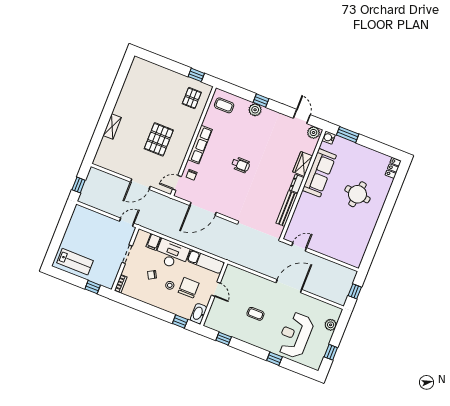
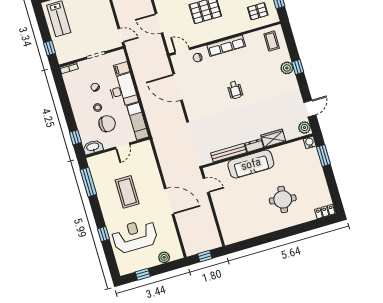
sofa: (319, 173) -> (251, 164), moved
coffee table: (255, 314) -> (127, 192), width x1.86, depth x1.72
window: (224, 339) -> (88, 182), width x2.17

